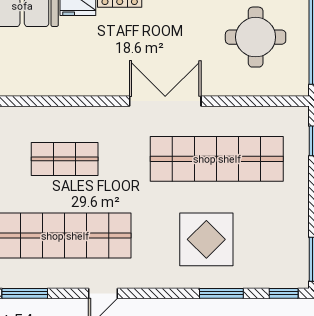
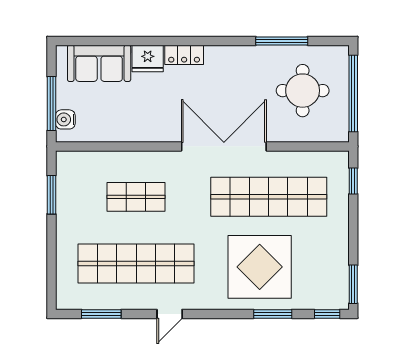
double door: (165, 101) -> (224, 146), width x1.36
display table: (206, 239) -> (260, 267), width x1.36, depth x1.36

